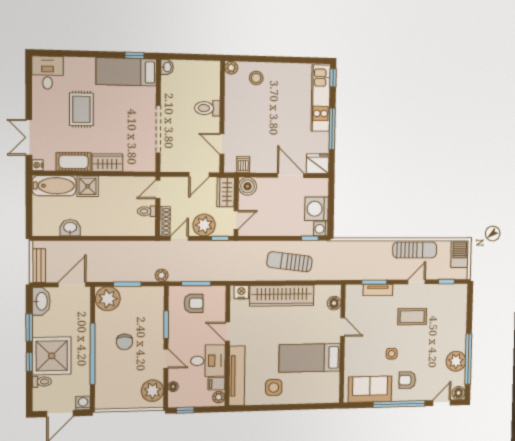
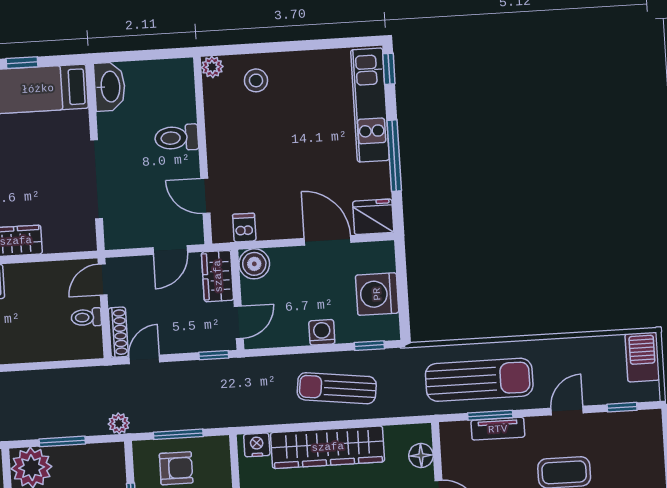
window: (134, 55) -> (22, 63), moved
washbasin: (167, 67) -> (110, 87), width x1.91, depth x1.45
plant: (204, 225) -> (185, 334), removed
washing machine: (321, 229) -> (322, 332), moved, turned 90
sun lounger: (415, 250) -> (479, 380), moved, width x1.36, depth x1.34

